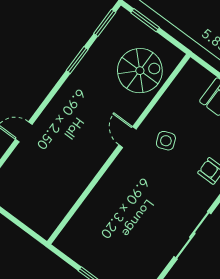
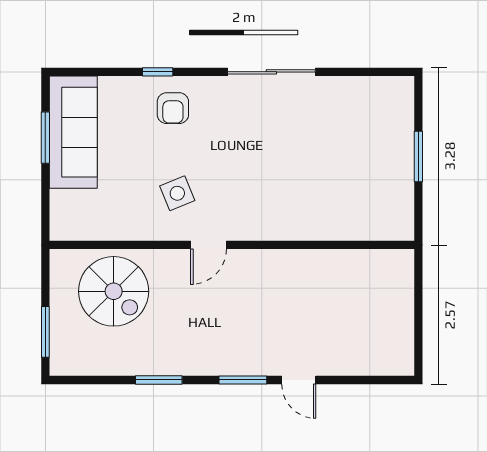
window: (105, 23) -> (243, 380), moved
spiral stairs: (140, 71) -> (114, 291), turned 180

